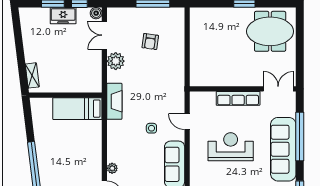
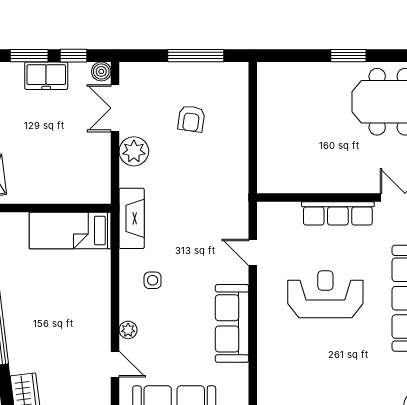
side table: (151, 128) -> (153, 280), moved

